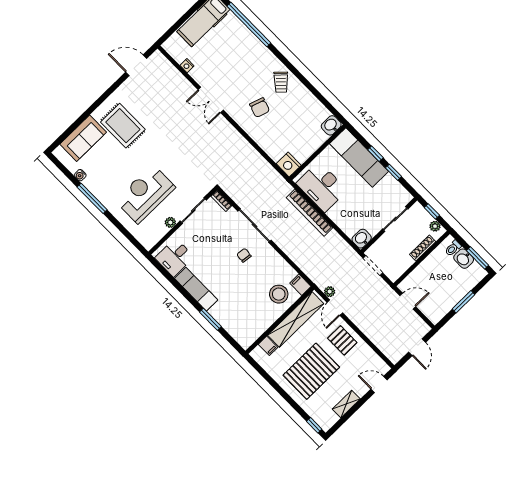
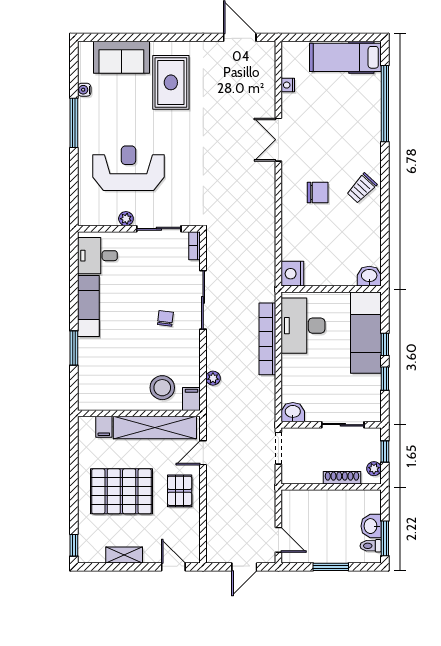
chair: (260, 108) -> (318, 193), turned -109
toilet: (453, 248) -> (371, 546), moved
plant: (330, 292) -> (213, 378), moved
door: (408, 301) -> (278, 540), moved

